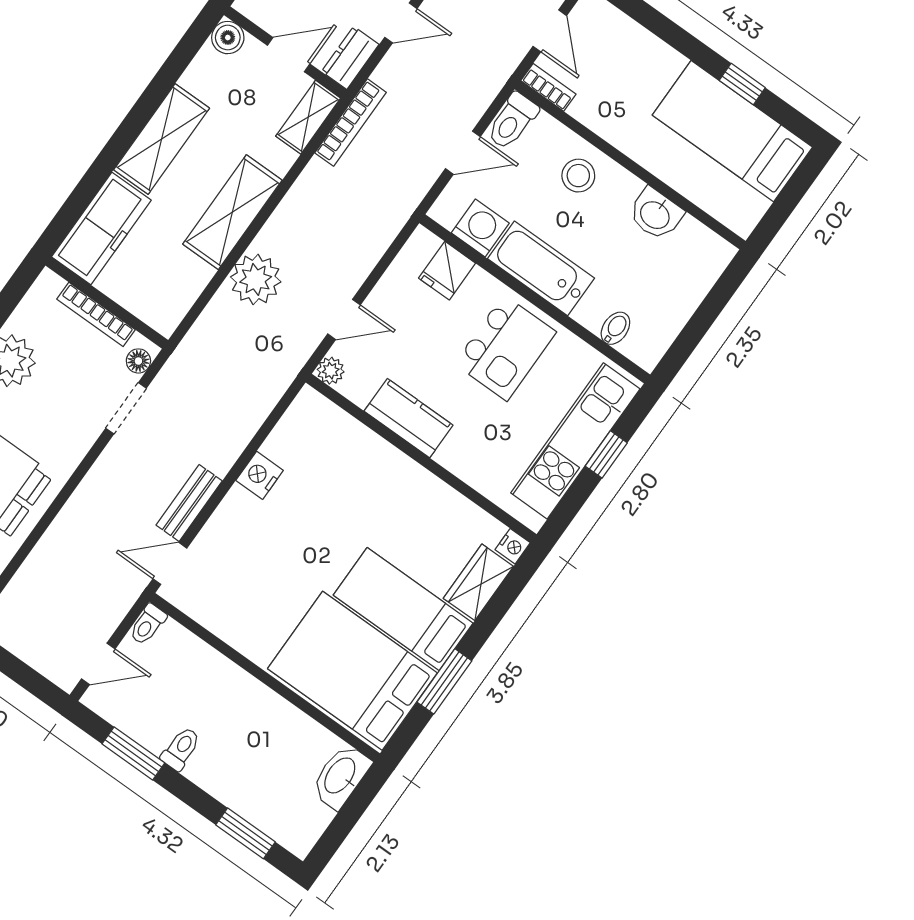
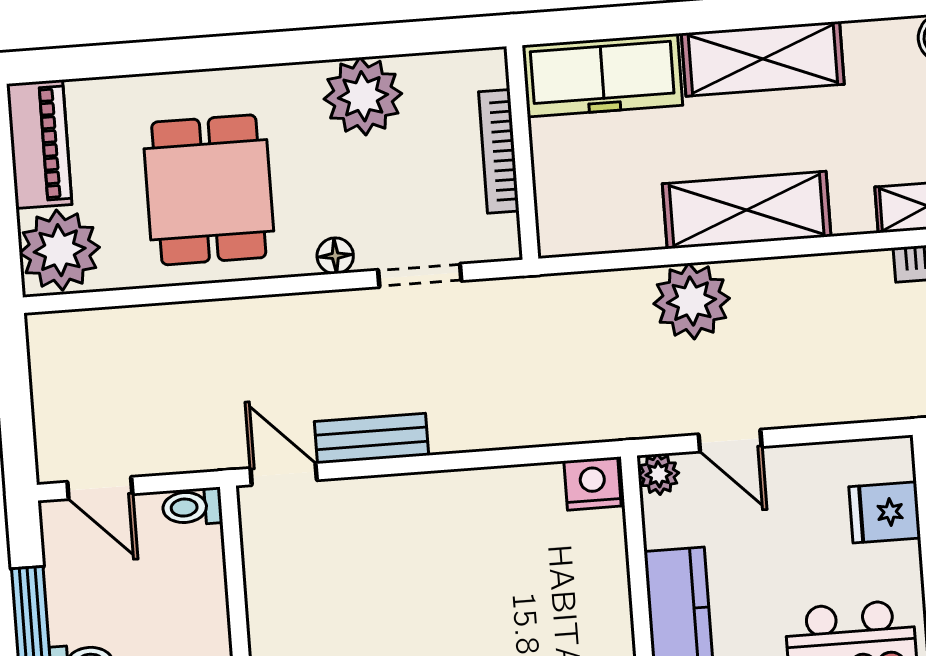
floor lamp: (138, 361) -> (335, 256), moved
nightstand: (260, 475) -> (593, 484), moved

